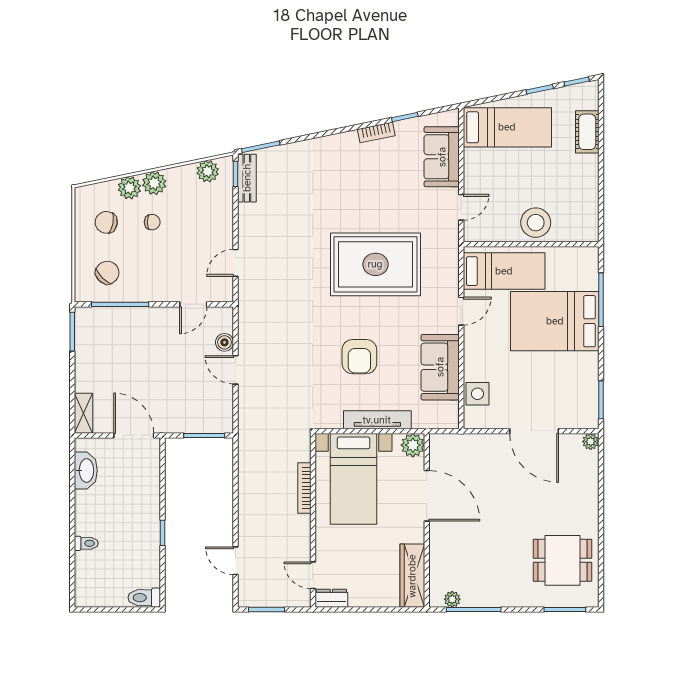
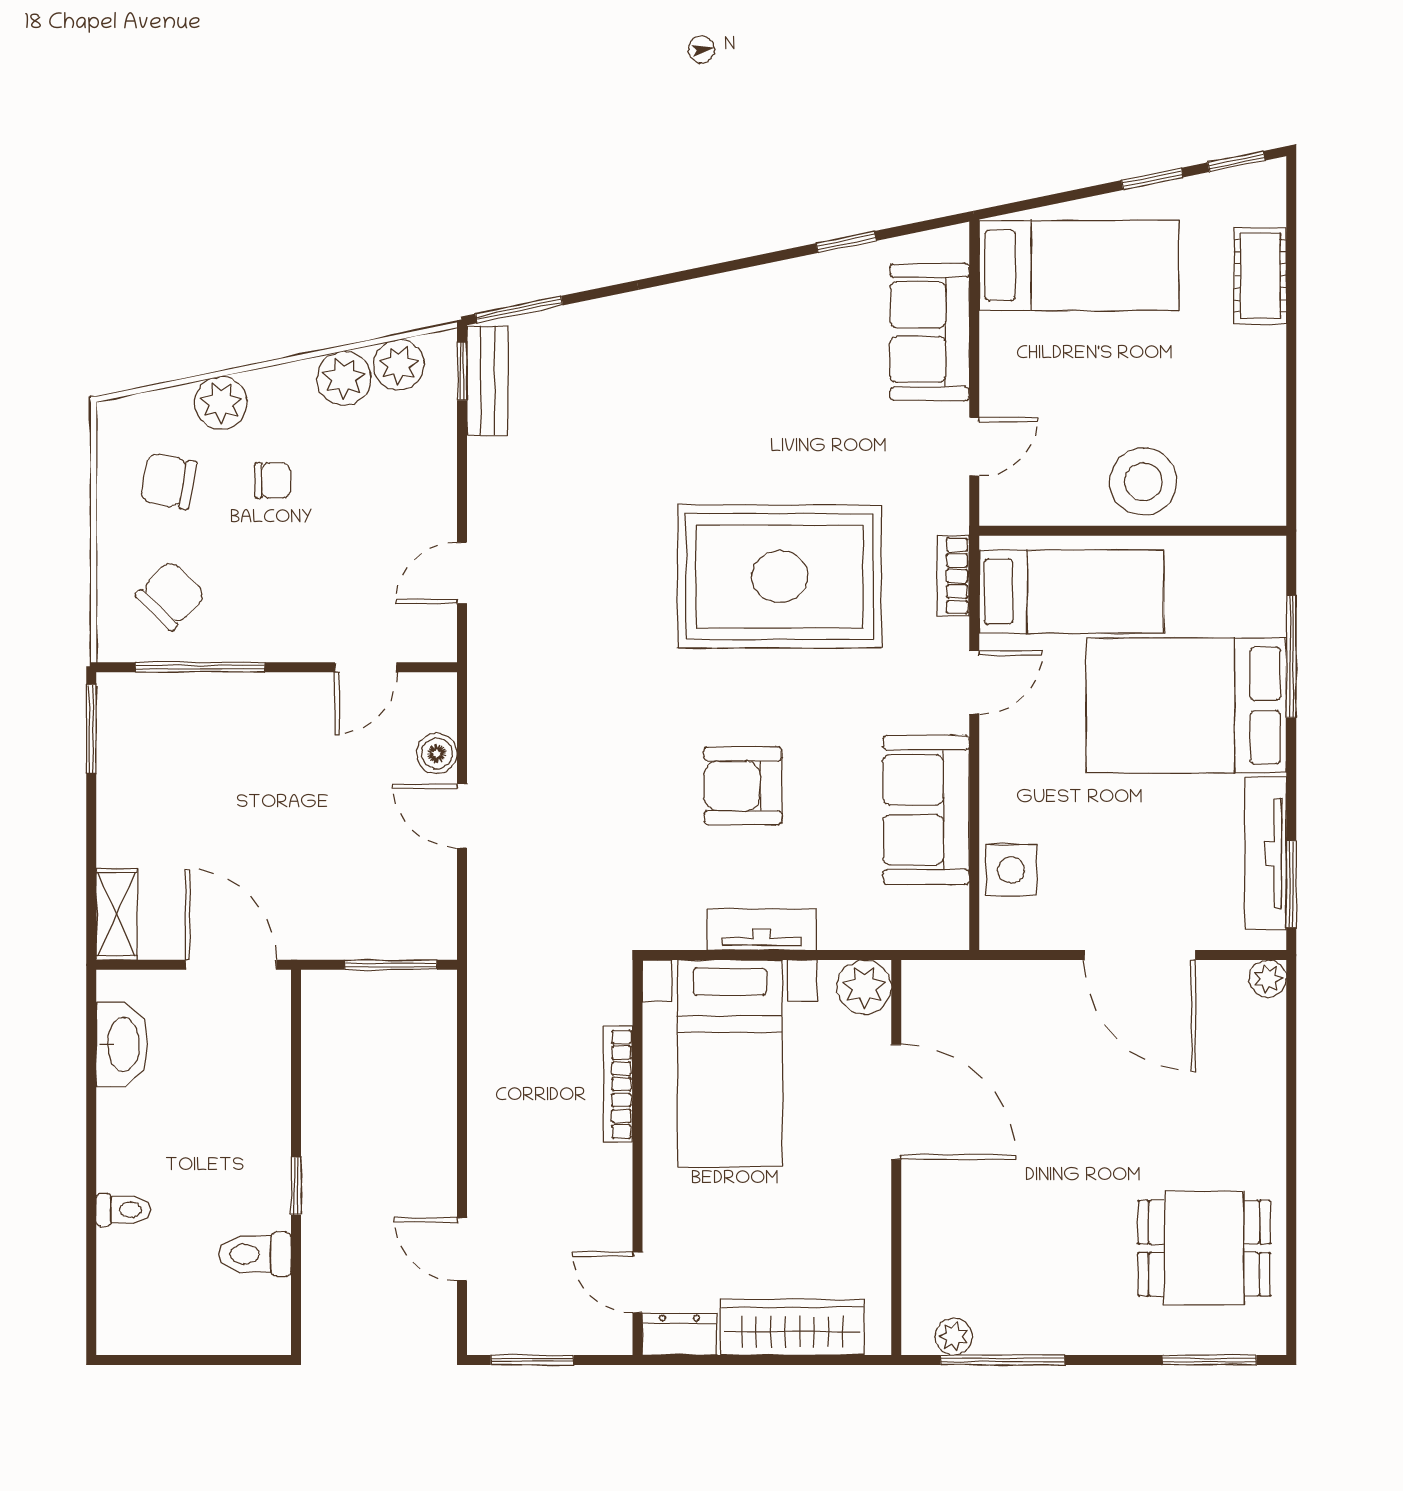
bookcase: (376, 132) -> (953, 576), moved, turned 102
plant: (154, 183) -> (344, 378), moved
armchair: (359, 357) -> (743, 786), turned 90
tv unit: (590, 386) -> (1266, 853), added
tv unit: (377, 420) -> (762, 929), width x0.71
wardrobe: (412, 576) -> (792, 1327), moved, turned 90
toilet: (144, 598) -> (255, 1254), moved

